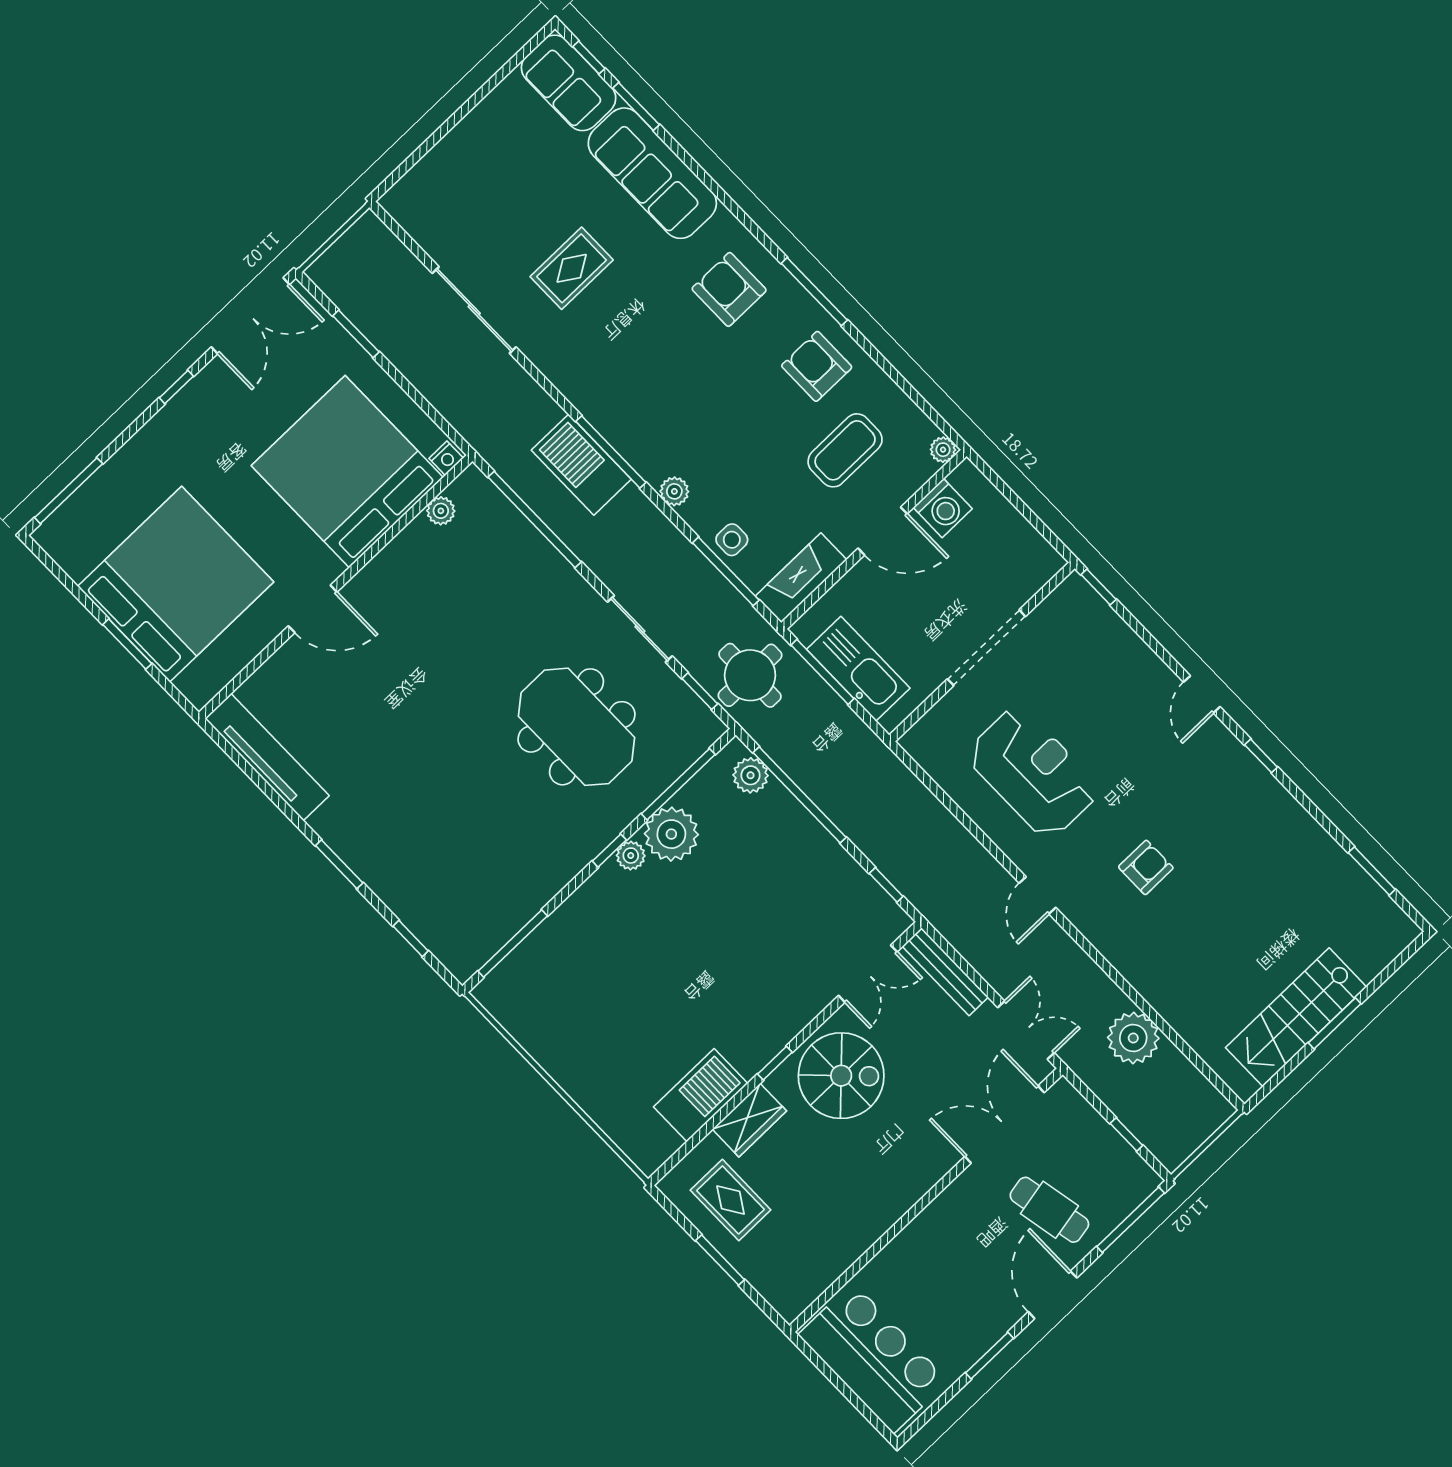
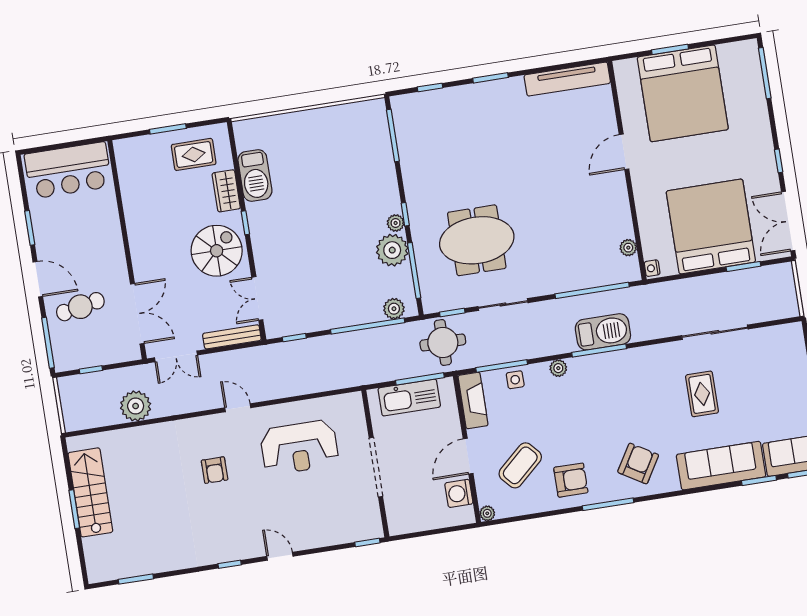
armchair: (729, 289) -> (638, 464), turned -59
coffee table: (845, 450) -> (520, 465), turned 48
bed: (347, 472) -> (711, 227), moved, turned -90
spiral stairs: (841, 1076) -> (217, 251), turned 180

